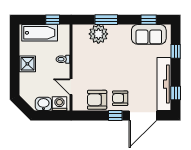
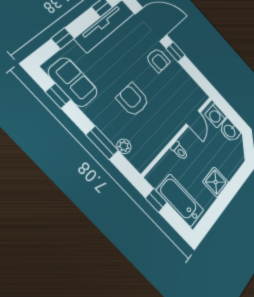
plant: (98, 34) -> (124, 146), width x0.53, depth x0.53
armchair: (97, 100) -> (133, 100), moved, turned 180

